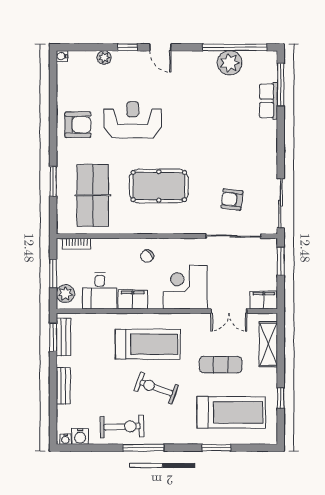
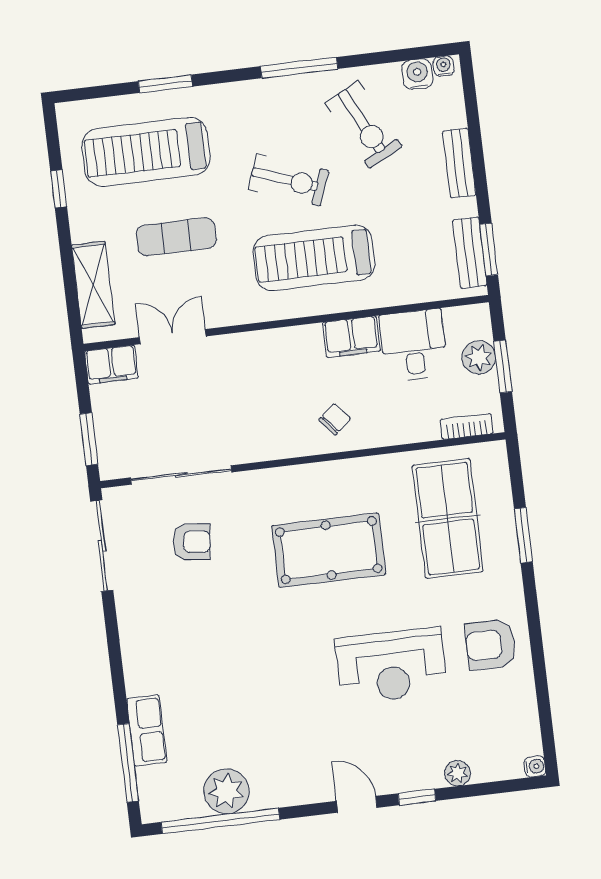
corner desk: (185, 287) -> (258, 371), removed
plant: (65, 294) -> (479, 357), moved
exercise bike: (122, 427) -> (364, 125), moved, turned -115

